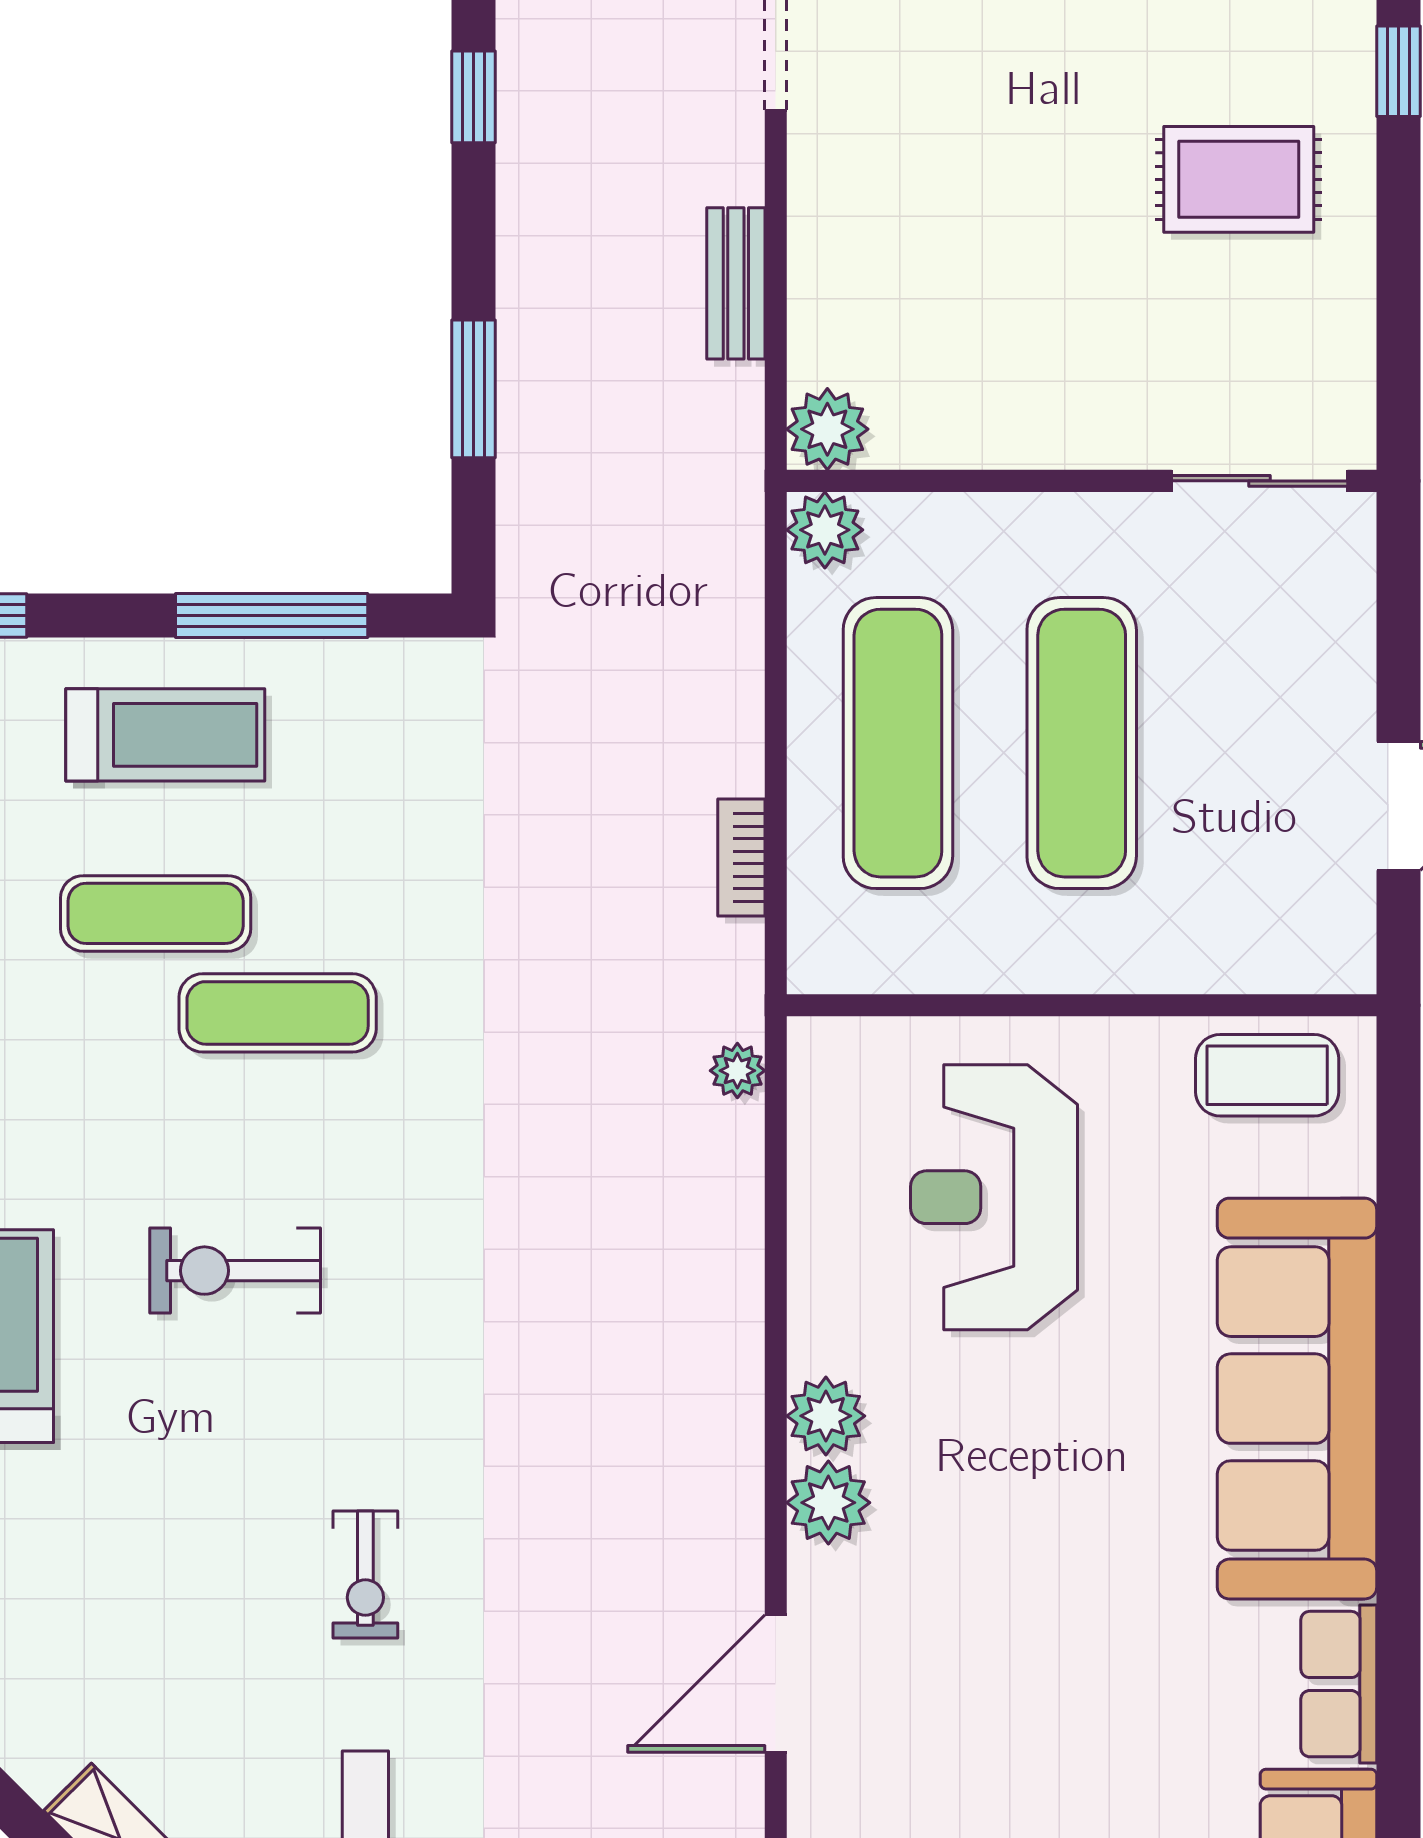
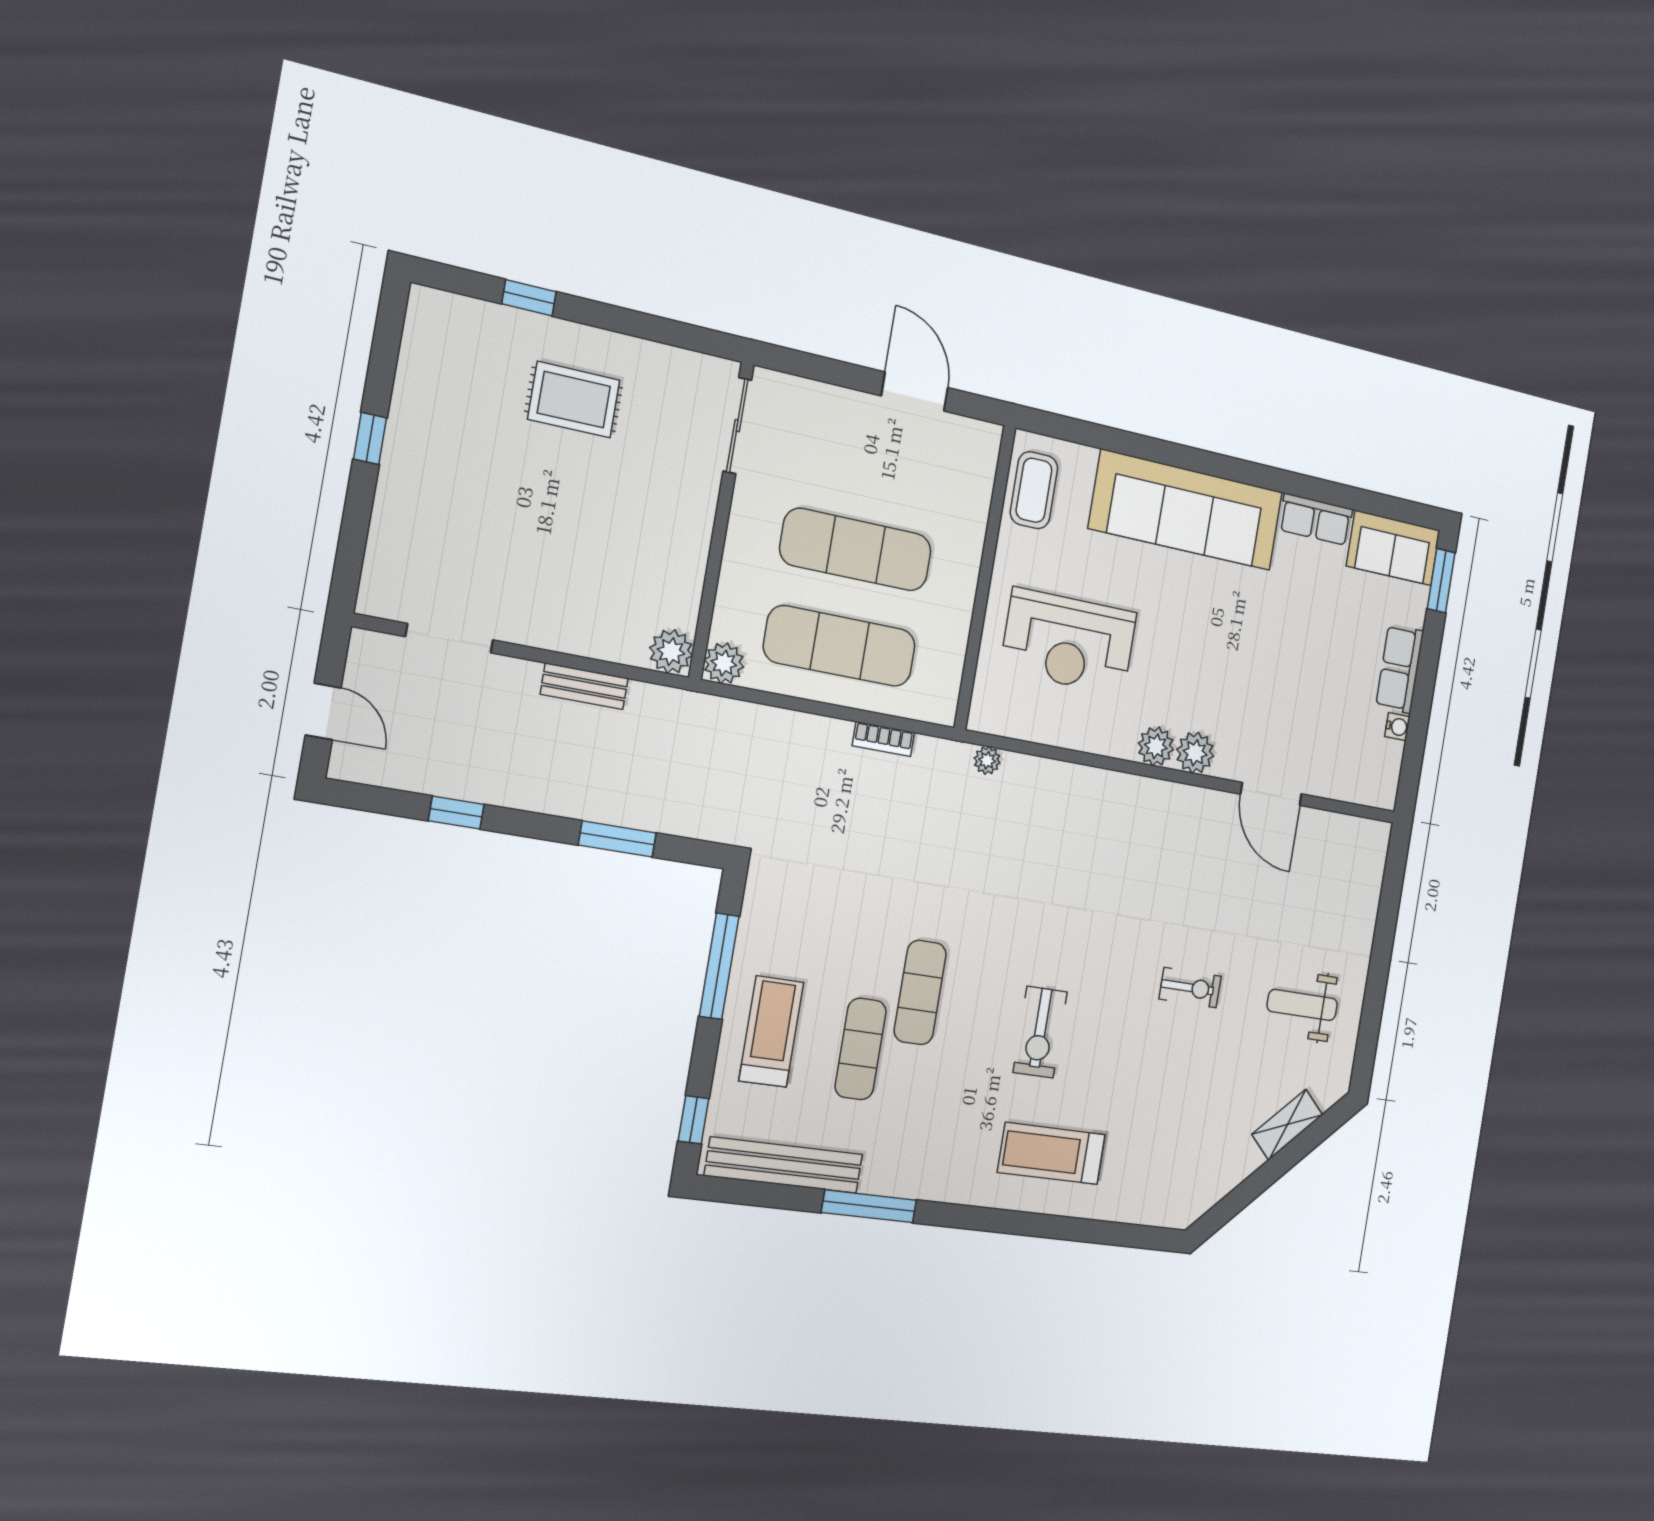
rug: (1239, 179) -> (574, 400), turned 90

